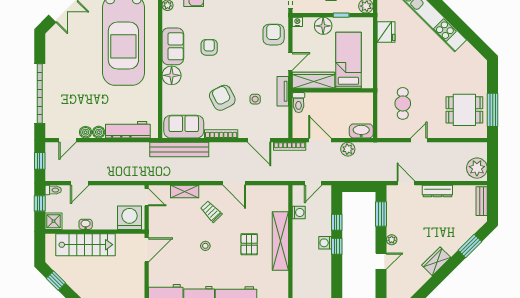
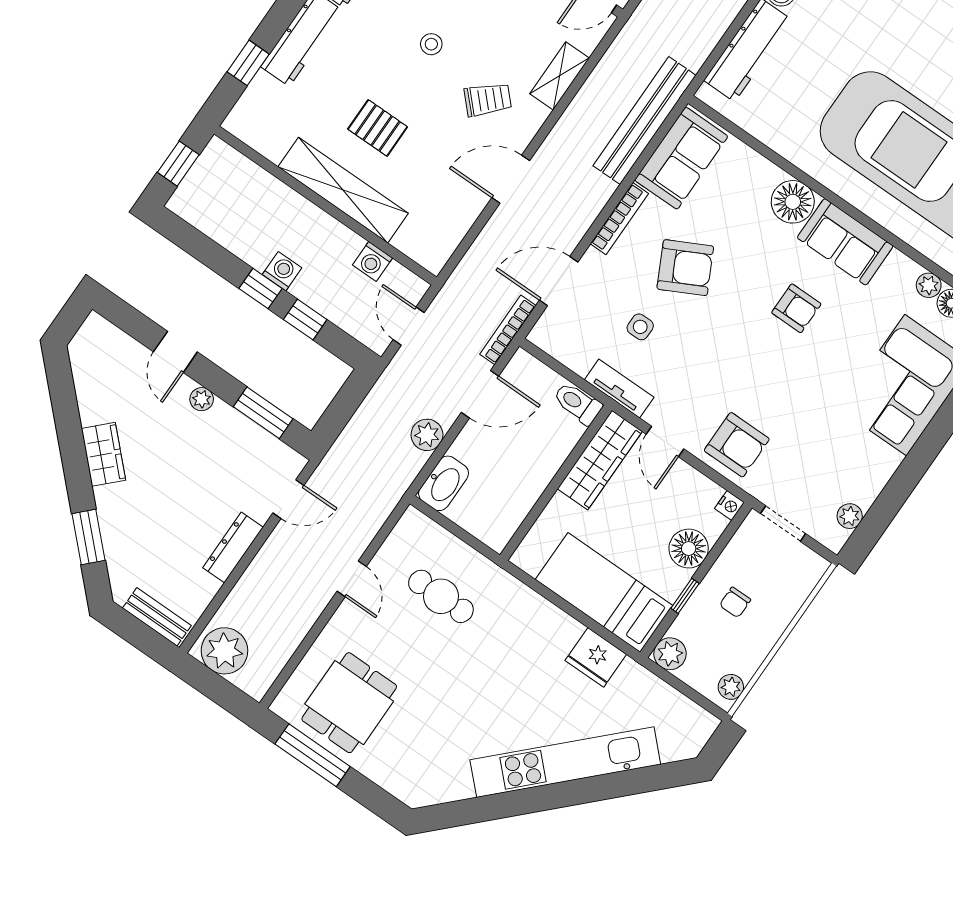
bed: (348, 60) -> (604, 592), moved, turned 180

